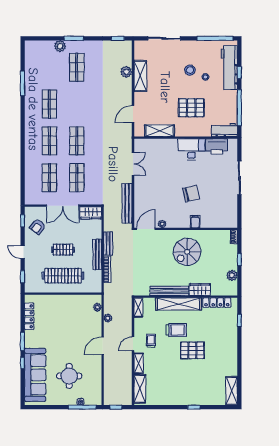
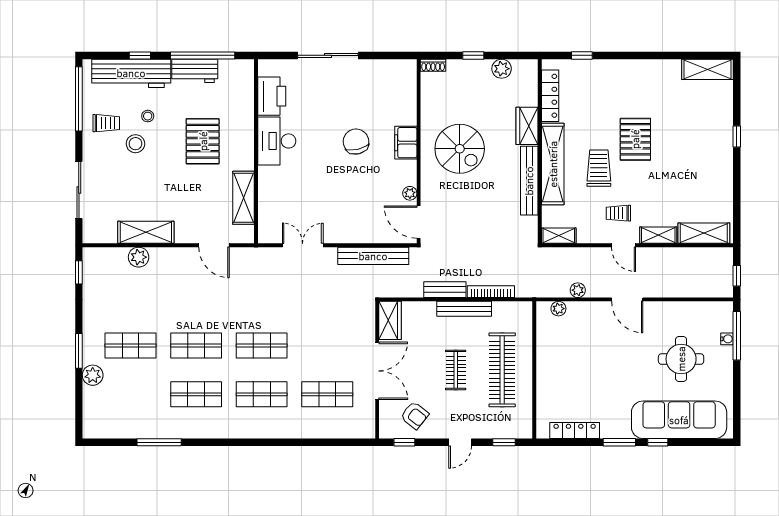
trolley: (201, 54) -> (106, 123), added
workbench: (225, 130) -> (195, 71), moved, turned -90
shop shelf: (77, 178) -> (196, 345), moved
filing cabinet: (195, 222) -> (406, 143), width x2.00

